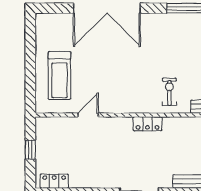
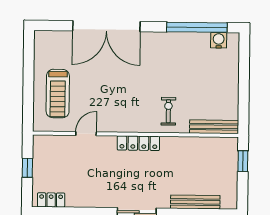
locker: (148, 124) -> (138, 143), width x1.53

